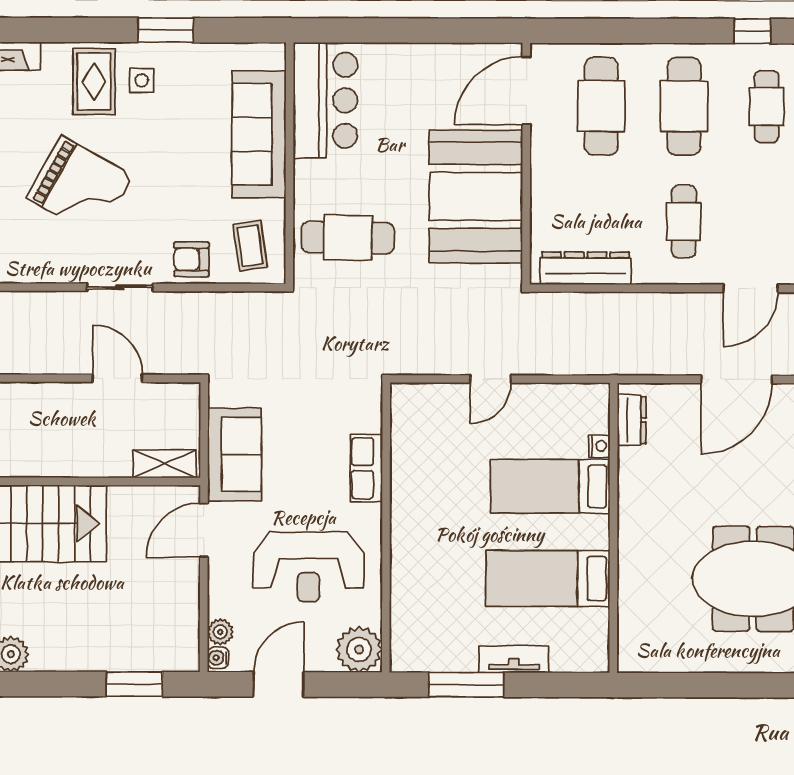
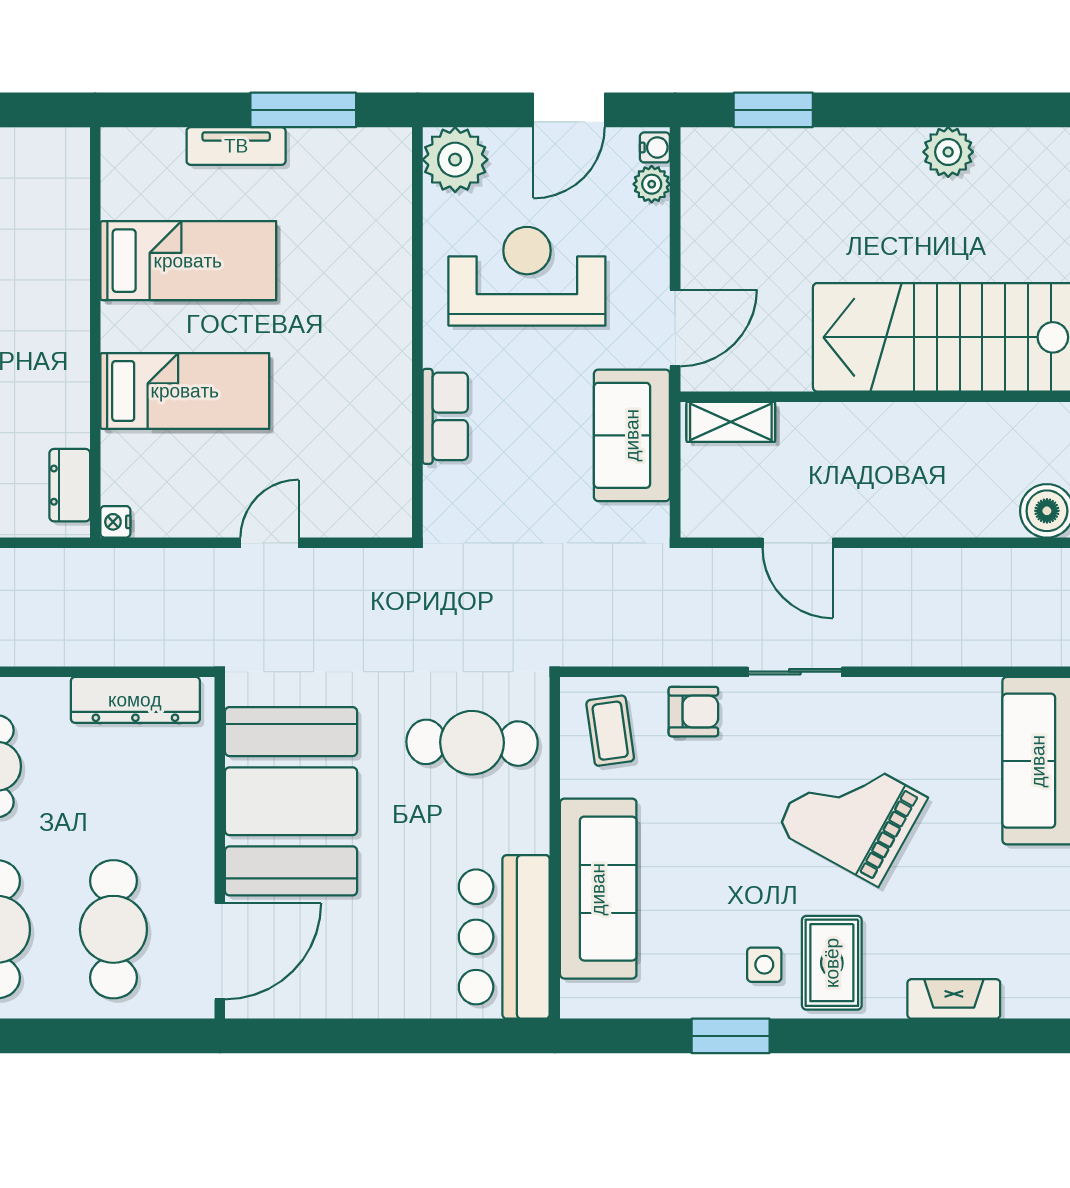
nightstand: (599, 446) -> (115, 522), moved

